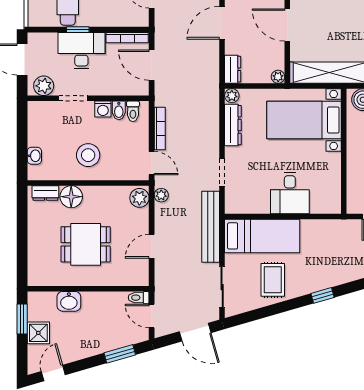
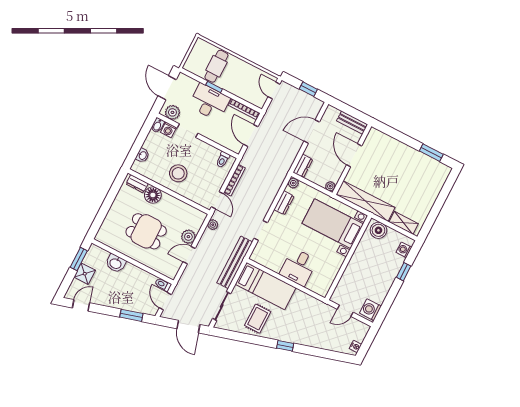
washing machine: (103, 109) -> (169, 130), moved
bidet: (119, 110) -> (158, 125), moved
dresser: (233, 125) -> (284, 203), width x0.70
plant: (139, 198) -> (188, 237), moved

